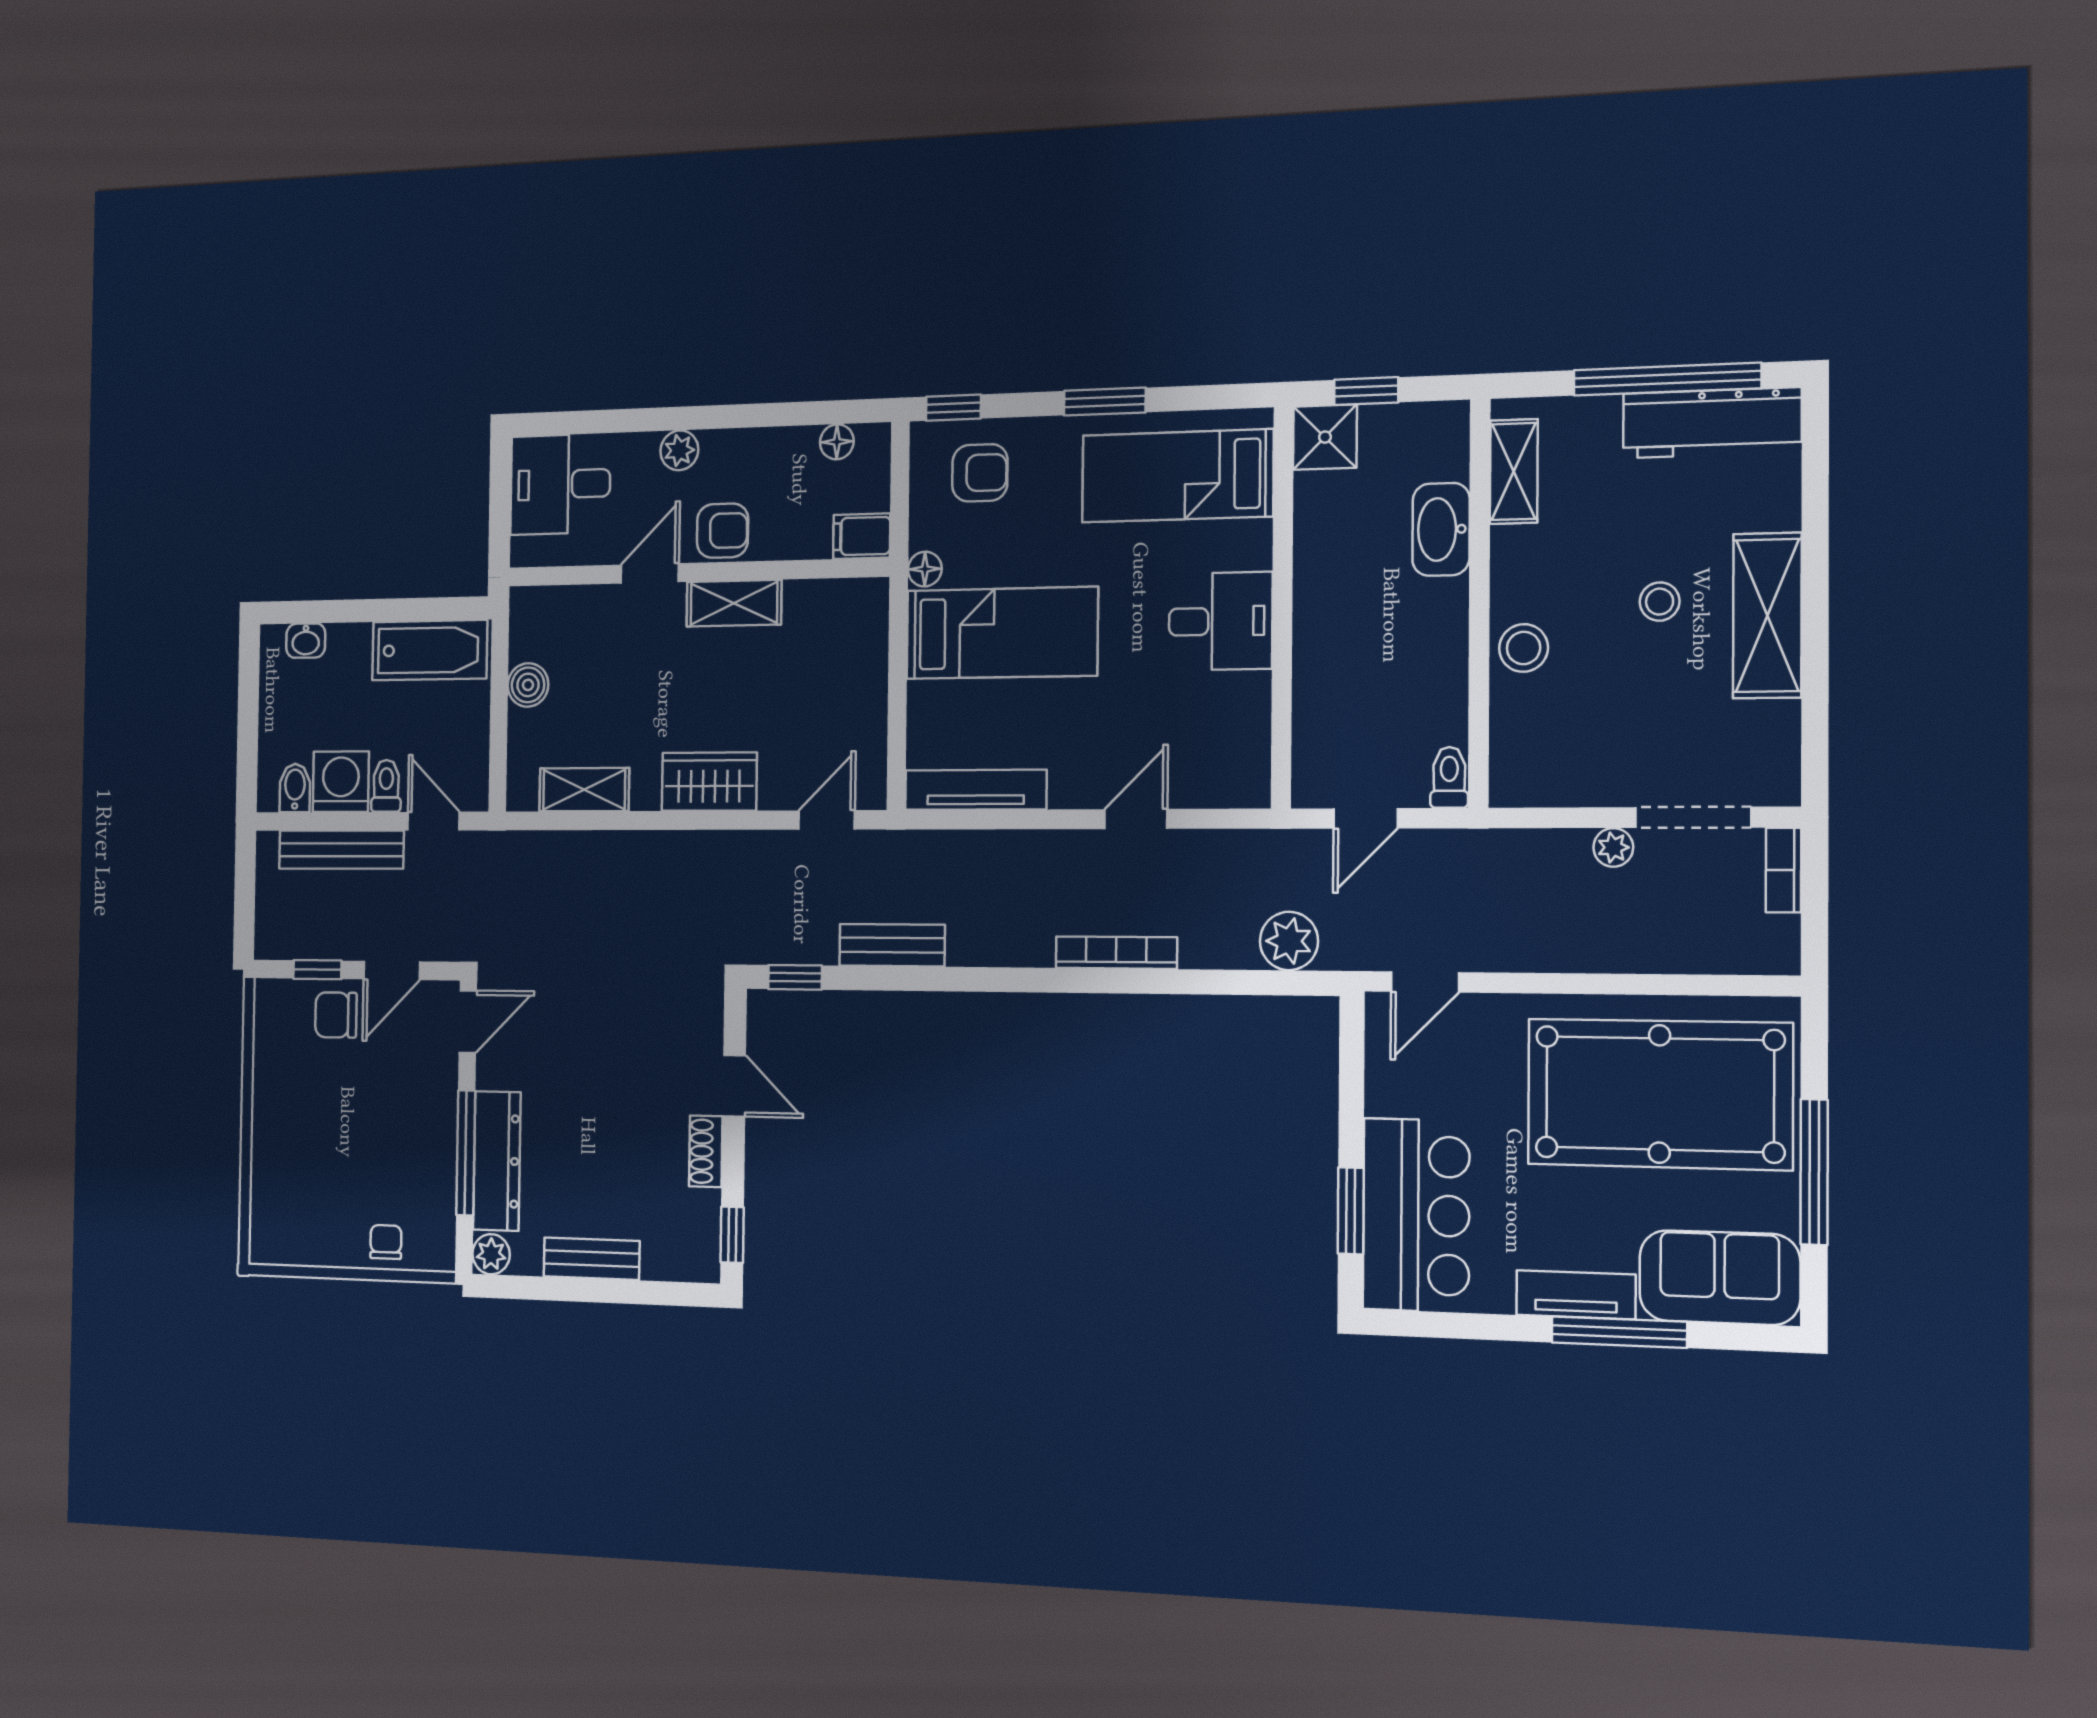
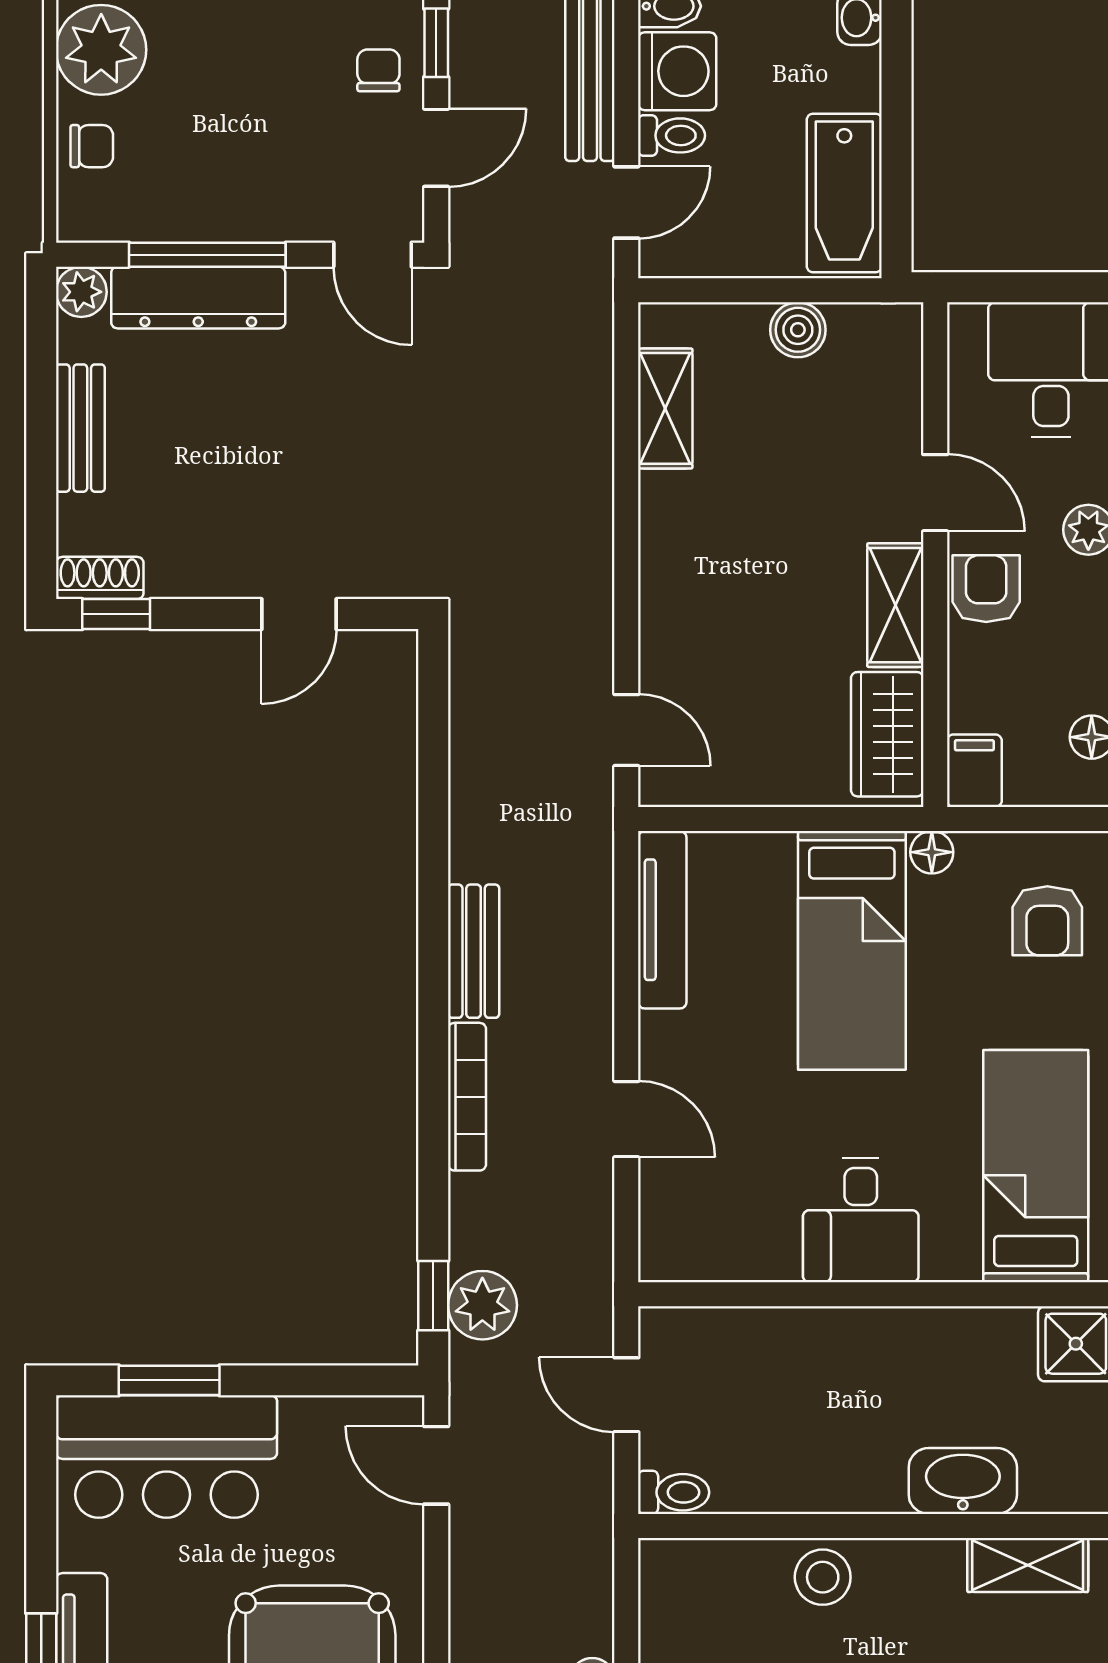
armchair: (723, 531) -> (986, 589), turned 180
wardrobe: (709, 782) -> (887, 734), moved, turned 180
bench: (892, 945) -> (474, 951), moved
door: (392, 970) -> (436, 148), swing flipped
window: (795, 977) -> (433, 1296), moved
chair: (336, 1015) -> (378, 70), width x0.73, depth x0.73
shoe rack: (706, 1151) -> (100, 578), moved
plant: (318, 1232) -> (101, 50), added

